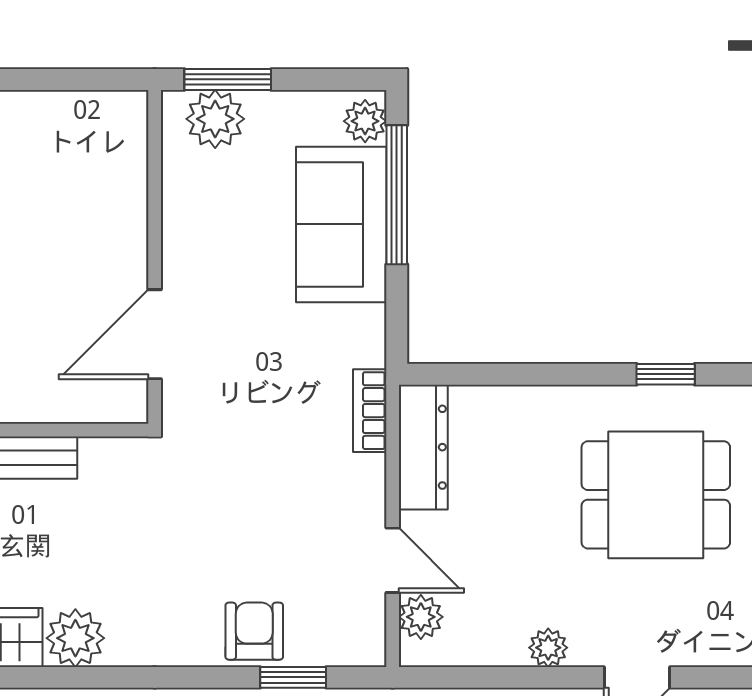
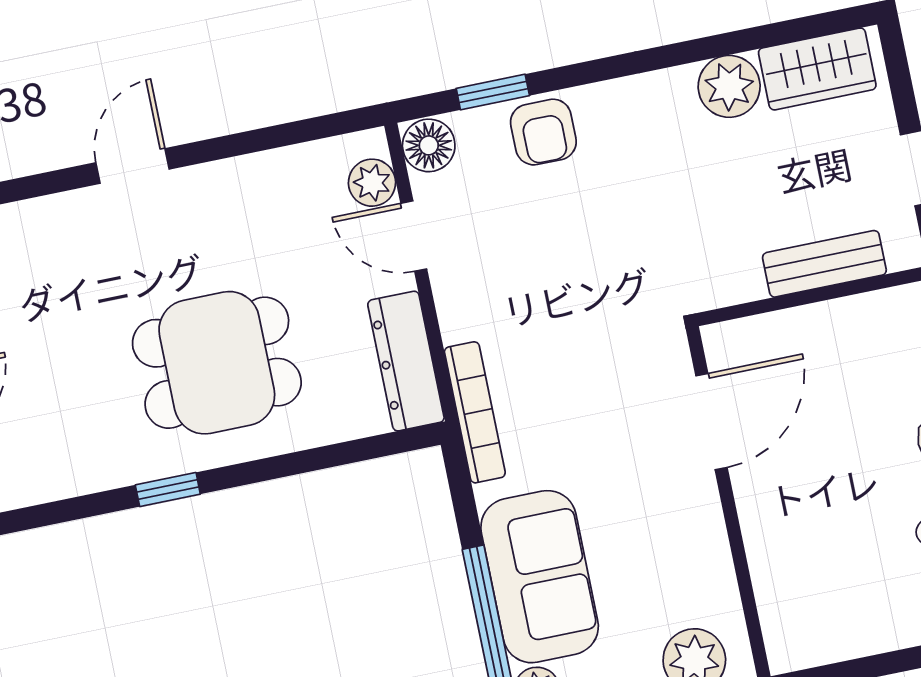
bookcase: (370, 411) -> (475, 412), width x1.56
dining table: (656, 495) -> (217, 363), moved
floor lamp: (362, 640) -> (429, 145), added
plant: (548, 648) -> (232, 178), removed

